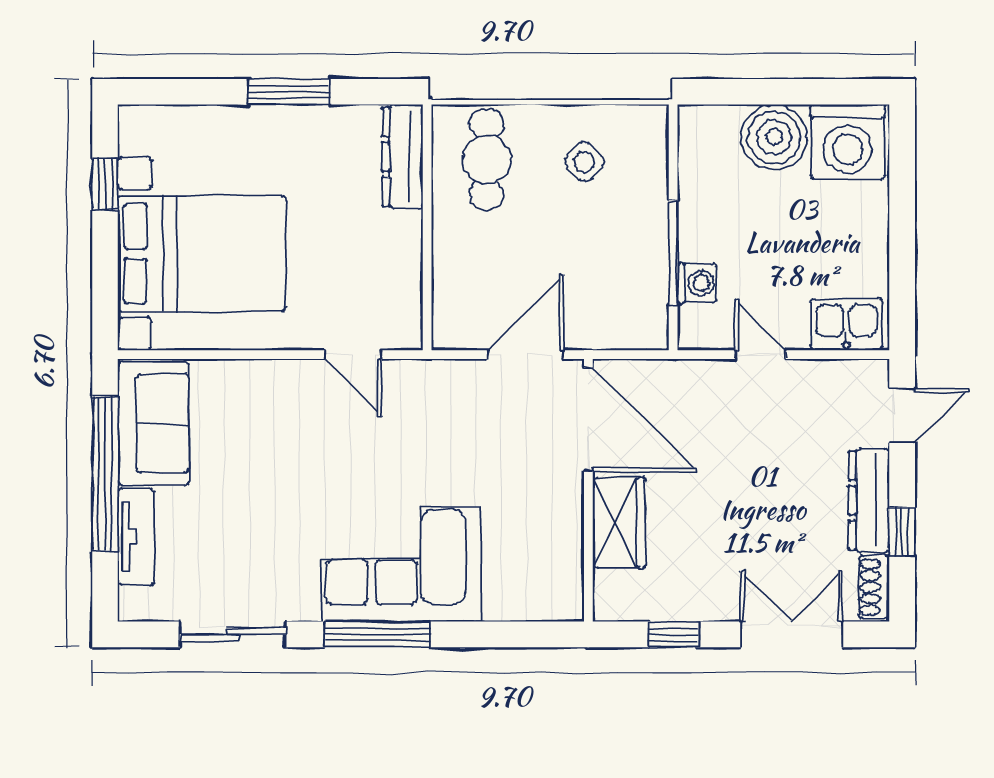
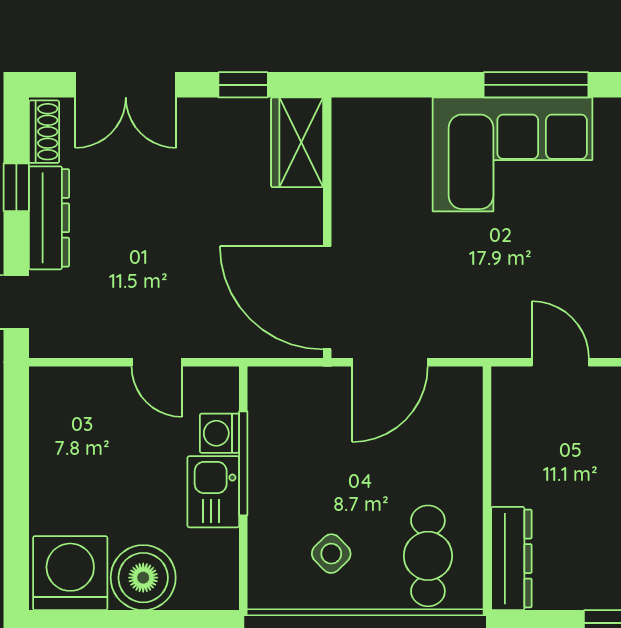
kitchen sink: (846, 324) -> (213, 492), moved, turned 90
wardrobe: (619, 523) -> (297, 142), moved

